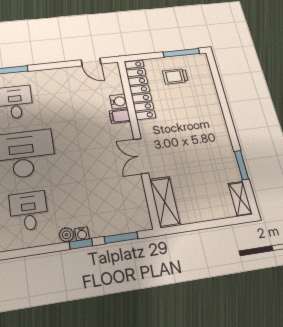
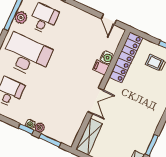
double door: (141, 156) -> (95, 101), swing flipped
plant: (66, 235) -> (40, 127), moved

